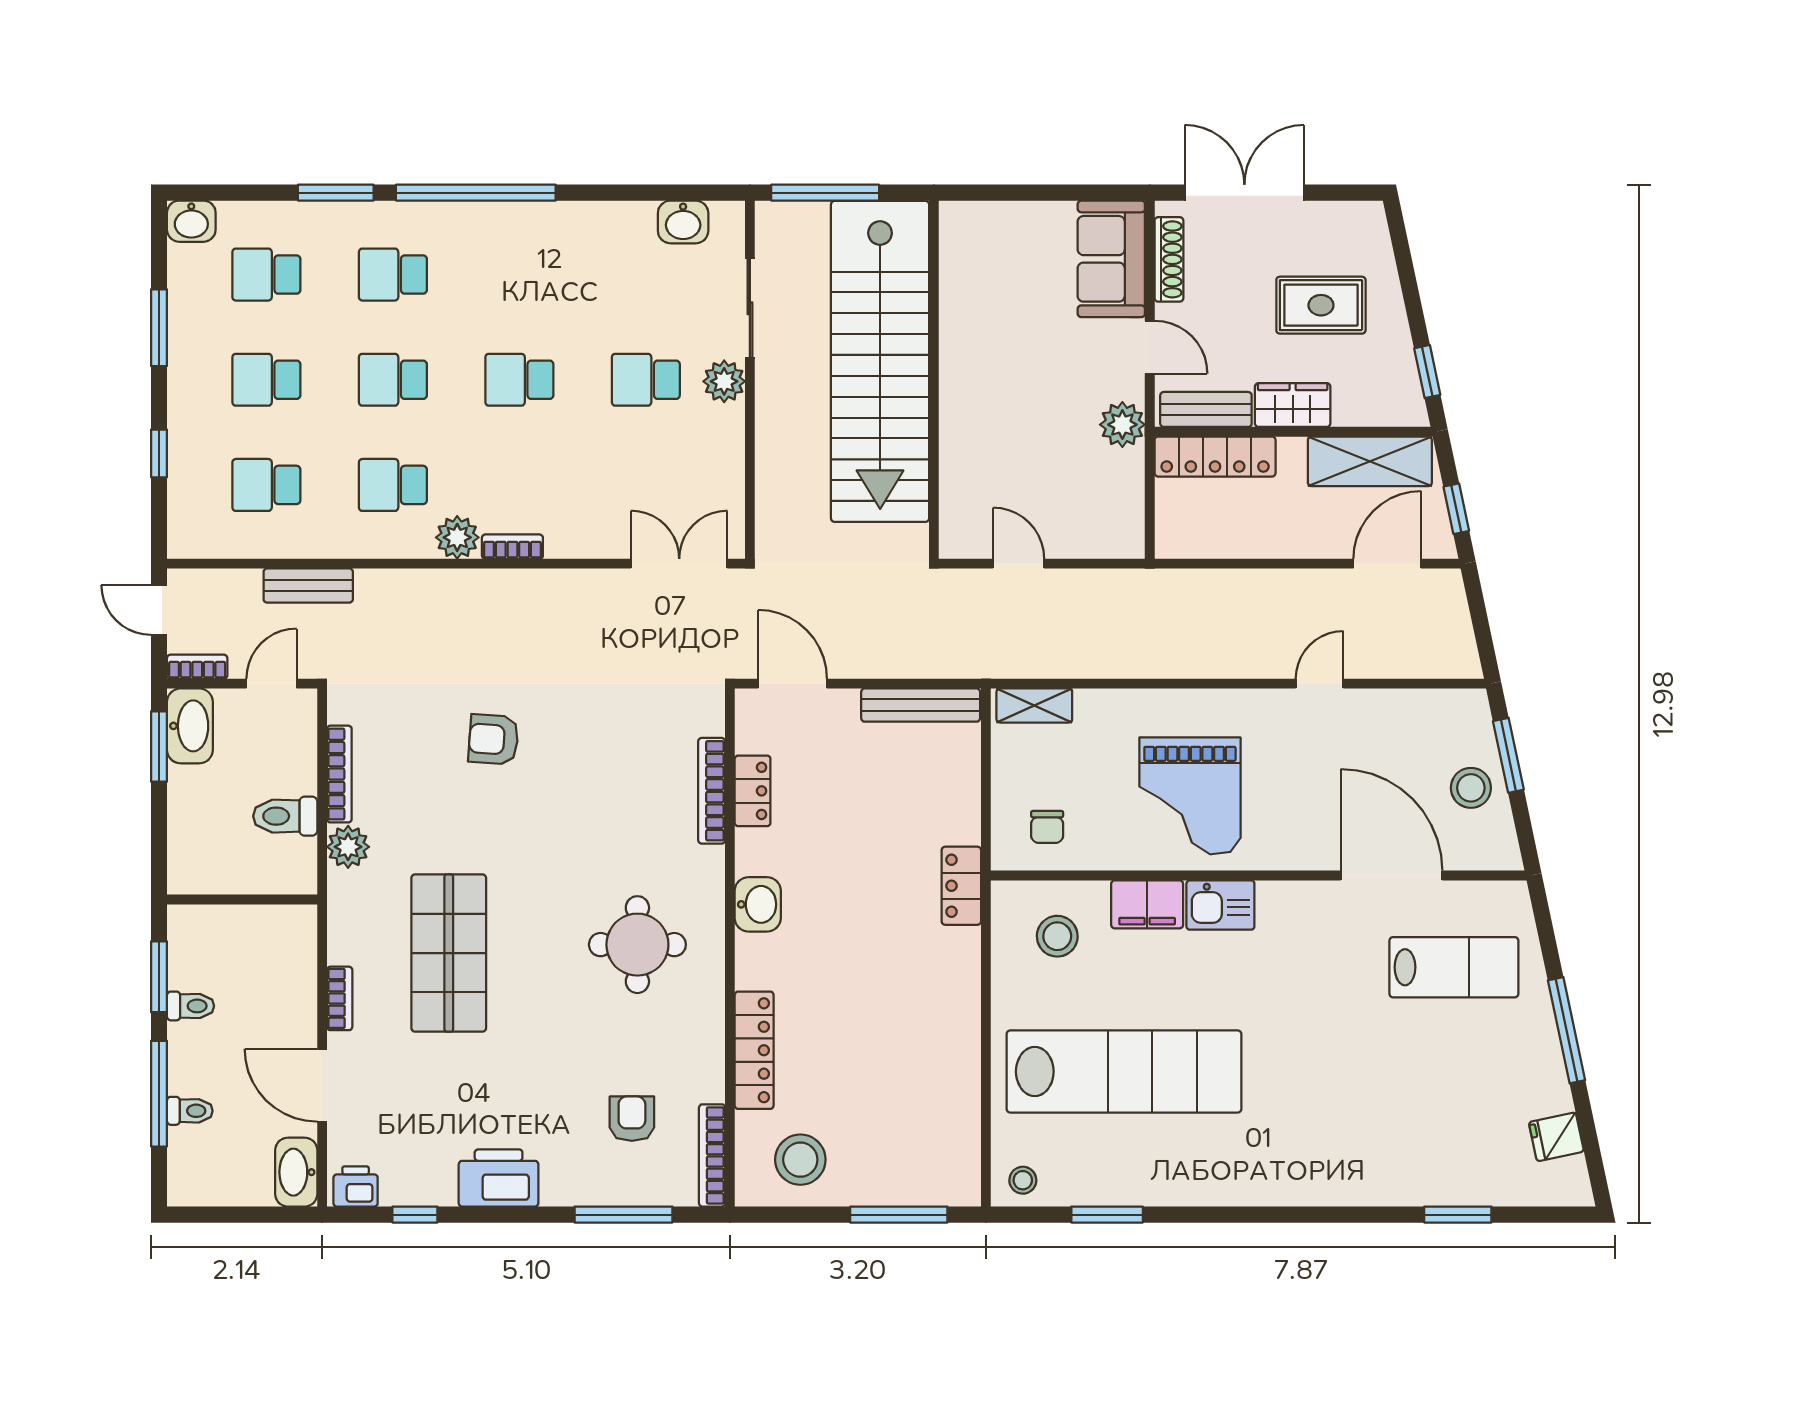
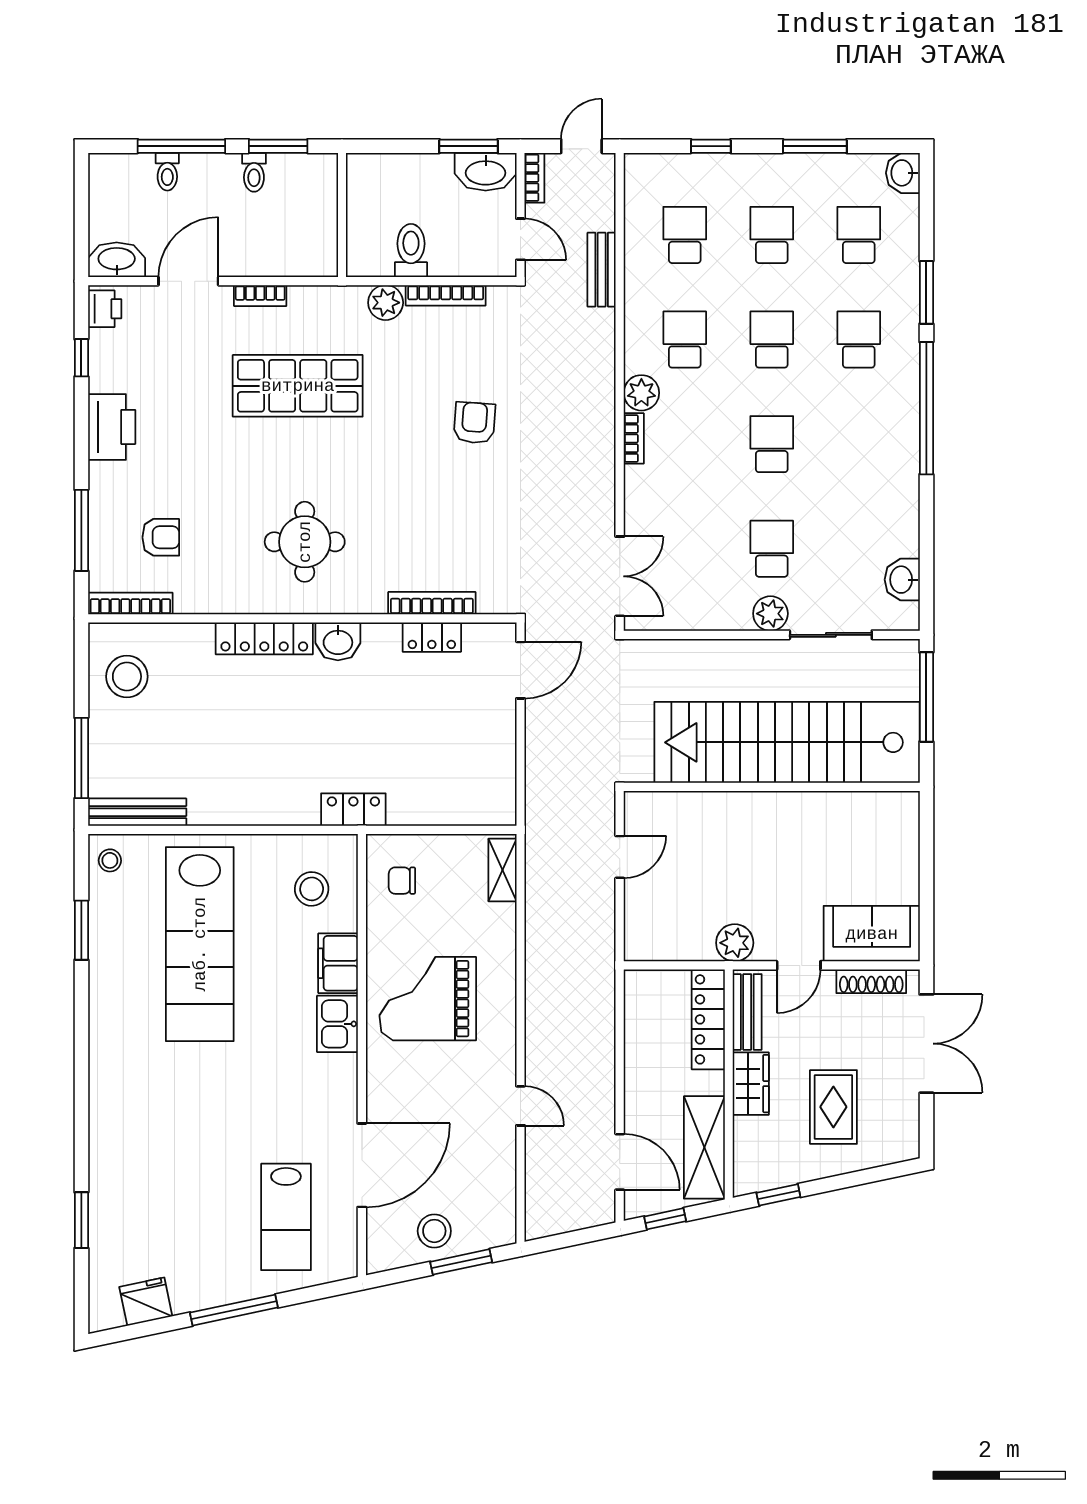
bench: (921, 705) -> (137, 812), moved, turned 90
locker: (754, 1050) -> (264, 638), moved
fridge: (1556, 1137) -> (146, 1302), width x1.38

